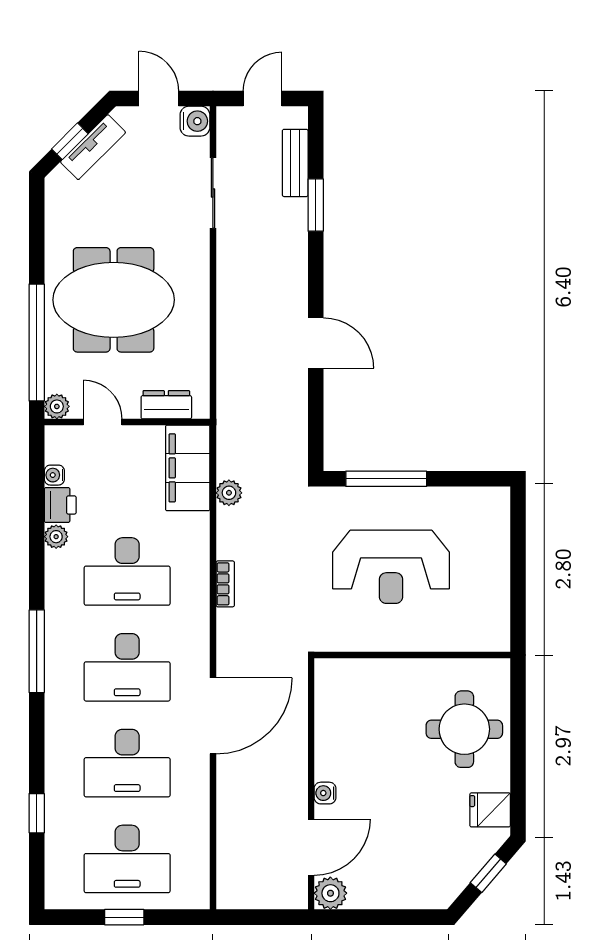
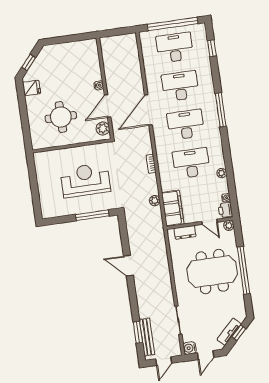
door: (159, 99) -> (206, 355), hinge flipped
bench: (295, 163) -> (147, 337), width x1.36
window: (316, 205) -> (138, 332), moved
window: (37, 342) -> (244, 270), moved
printer: (60, 505) -> (225, 210), moved
window: (37, 651) -> (221, 110), moved
round table: (464, 729) -> (61, 117), moved
window: (37, 813) -> (212, 48), moved
door: (311, 847) -> (108, 106), moved
plant: (330, 893) -> (103, 128), moved
window: (124, 917) -> (173, 24), width x3.17

